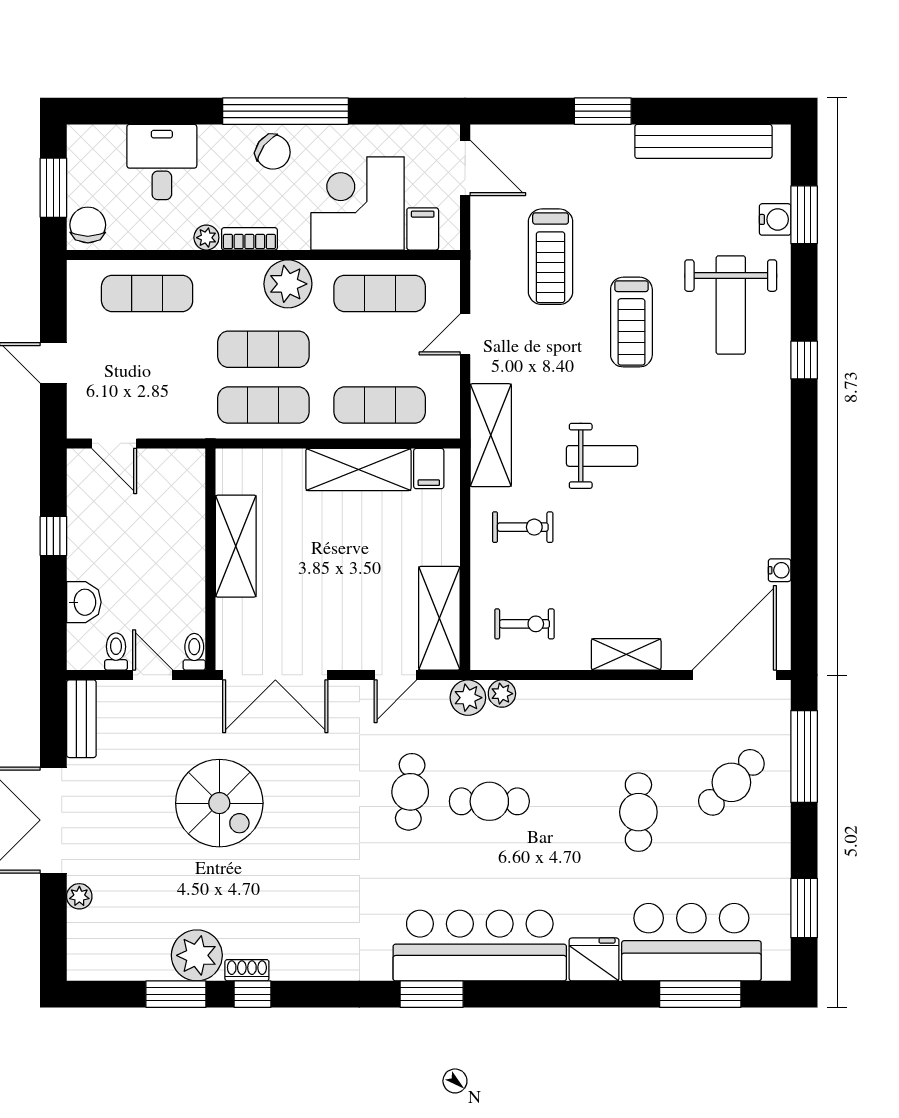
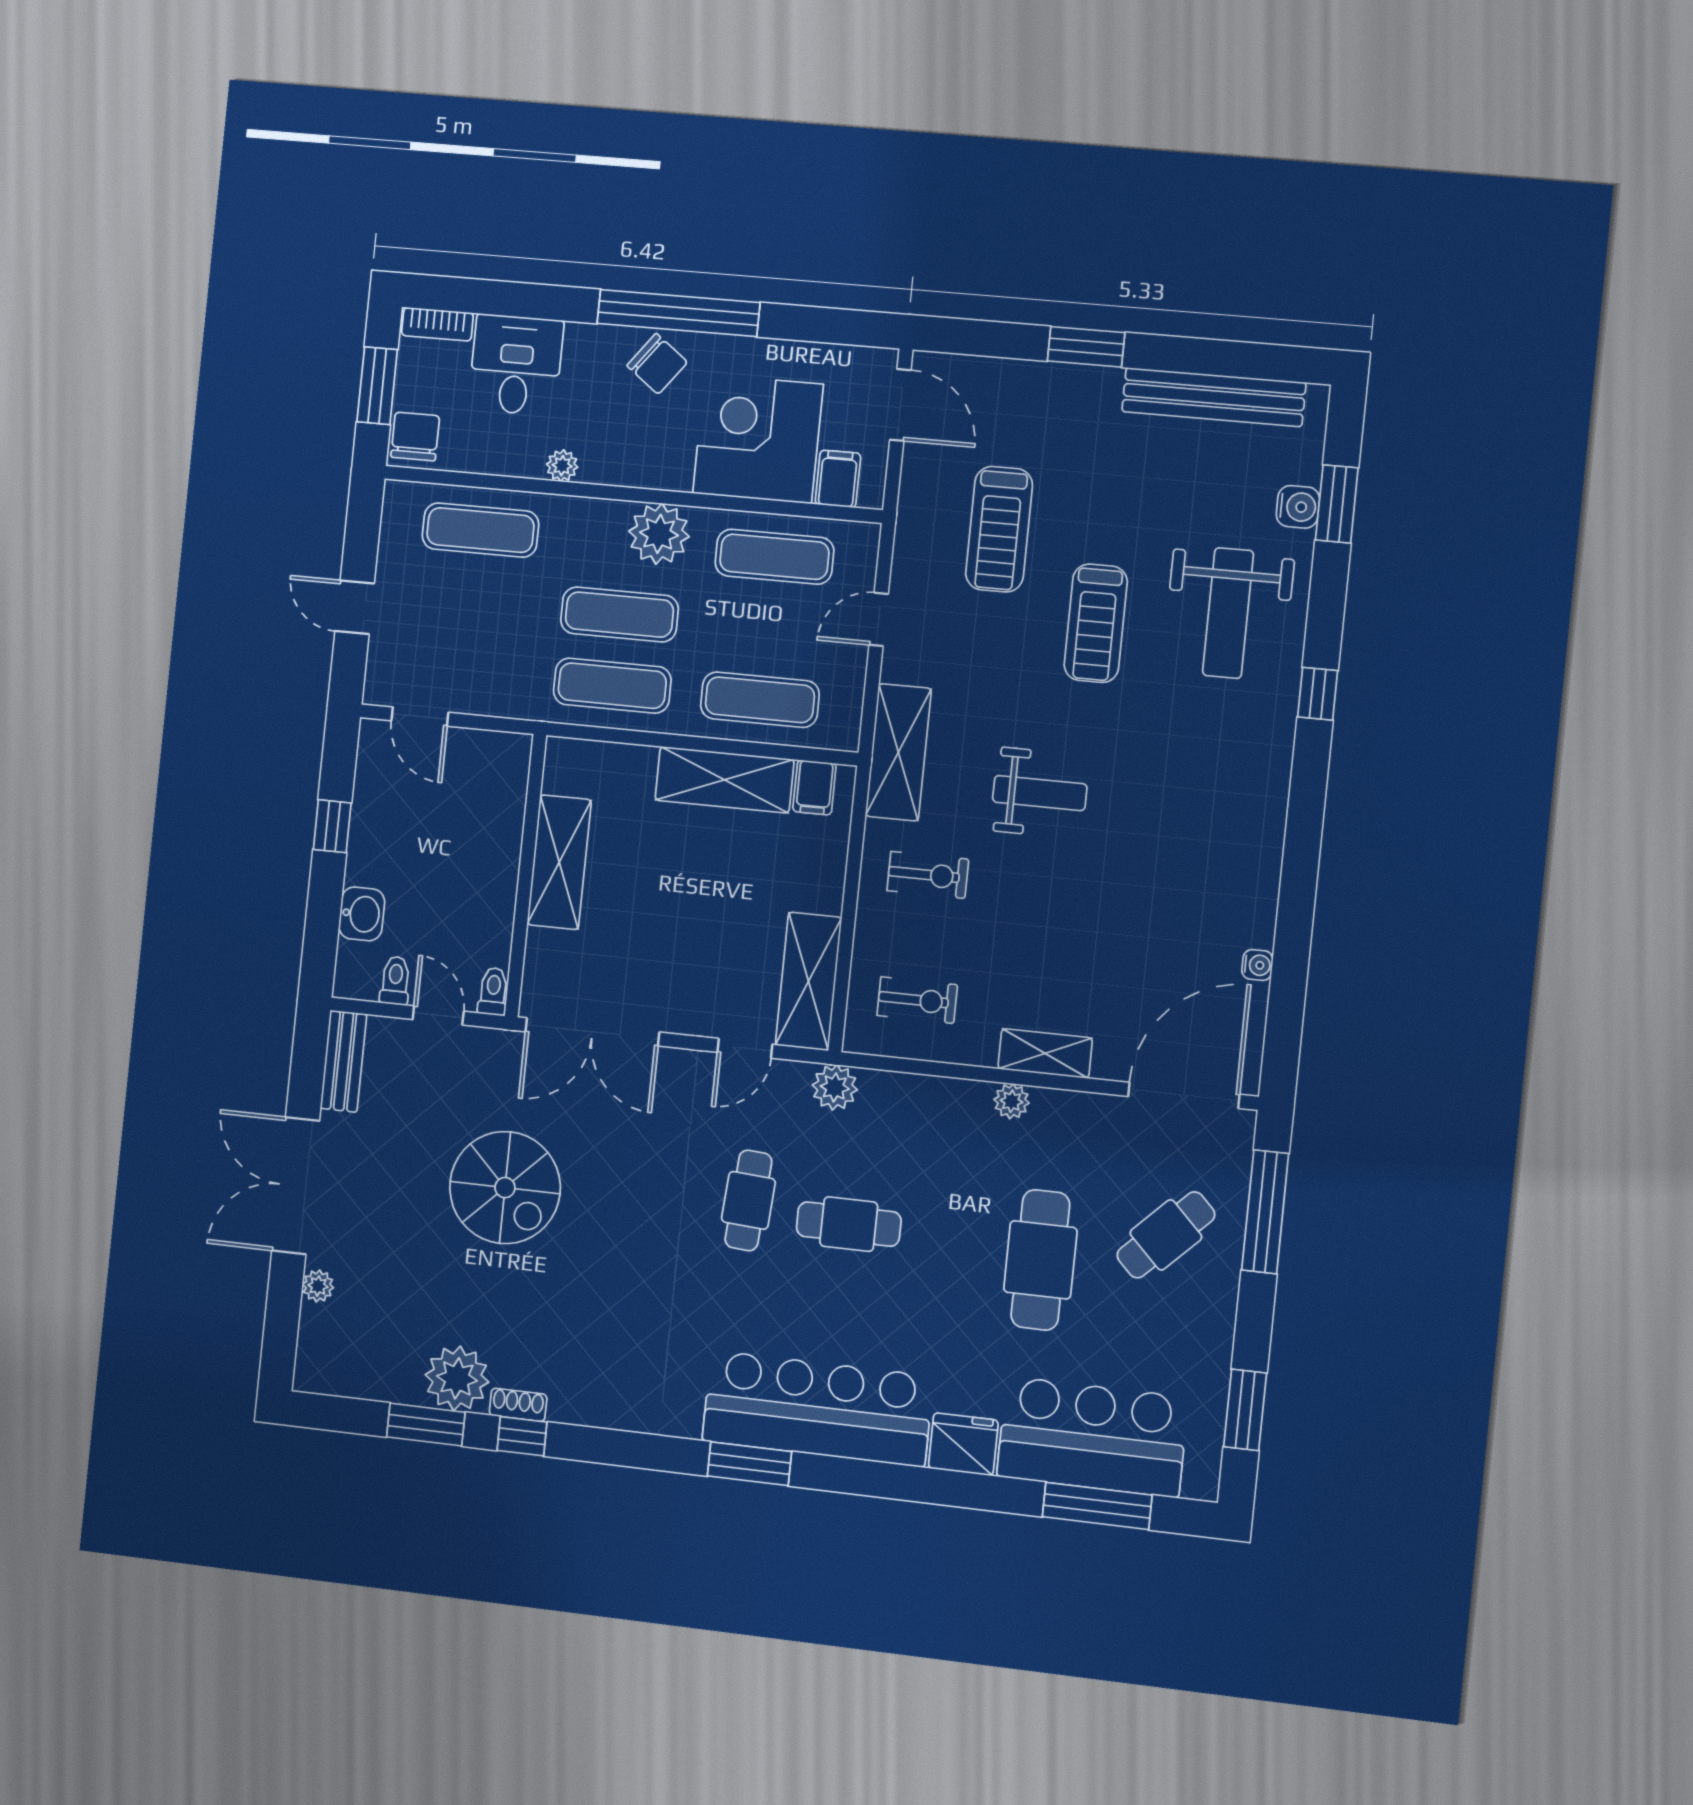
bookcase: (249, 239) -> (437, 324), moved, turned 180
plant: (502, 694) -> (1012, 1101), moved
cafe table: (638, 812) -> (1040, 1260), width x1.37, depth x1.35

